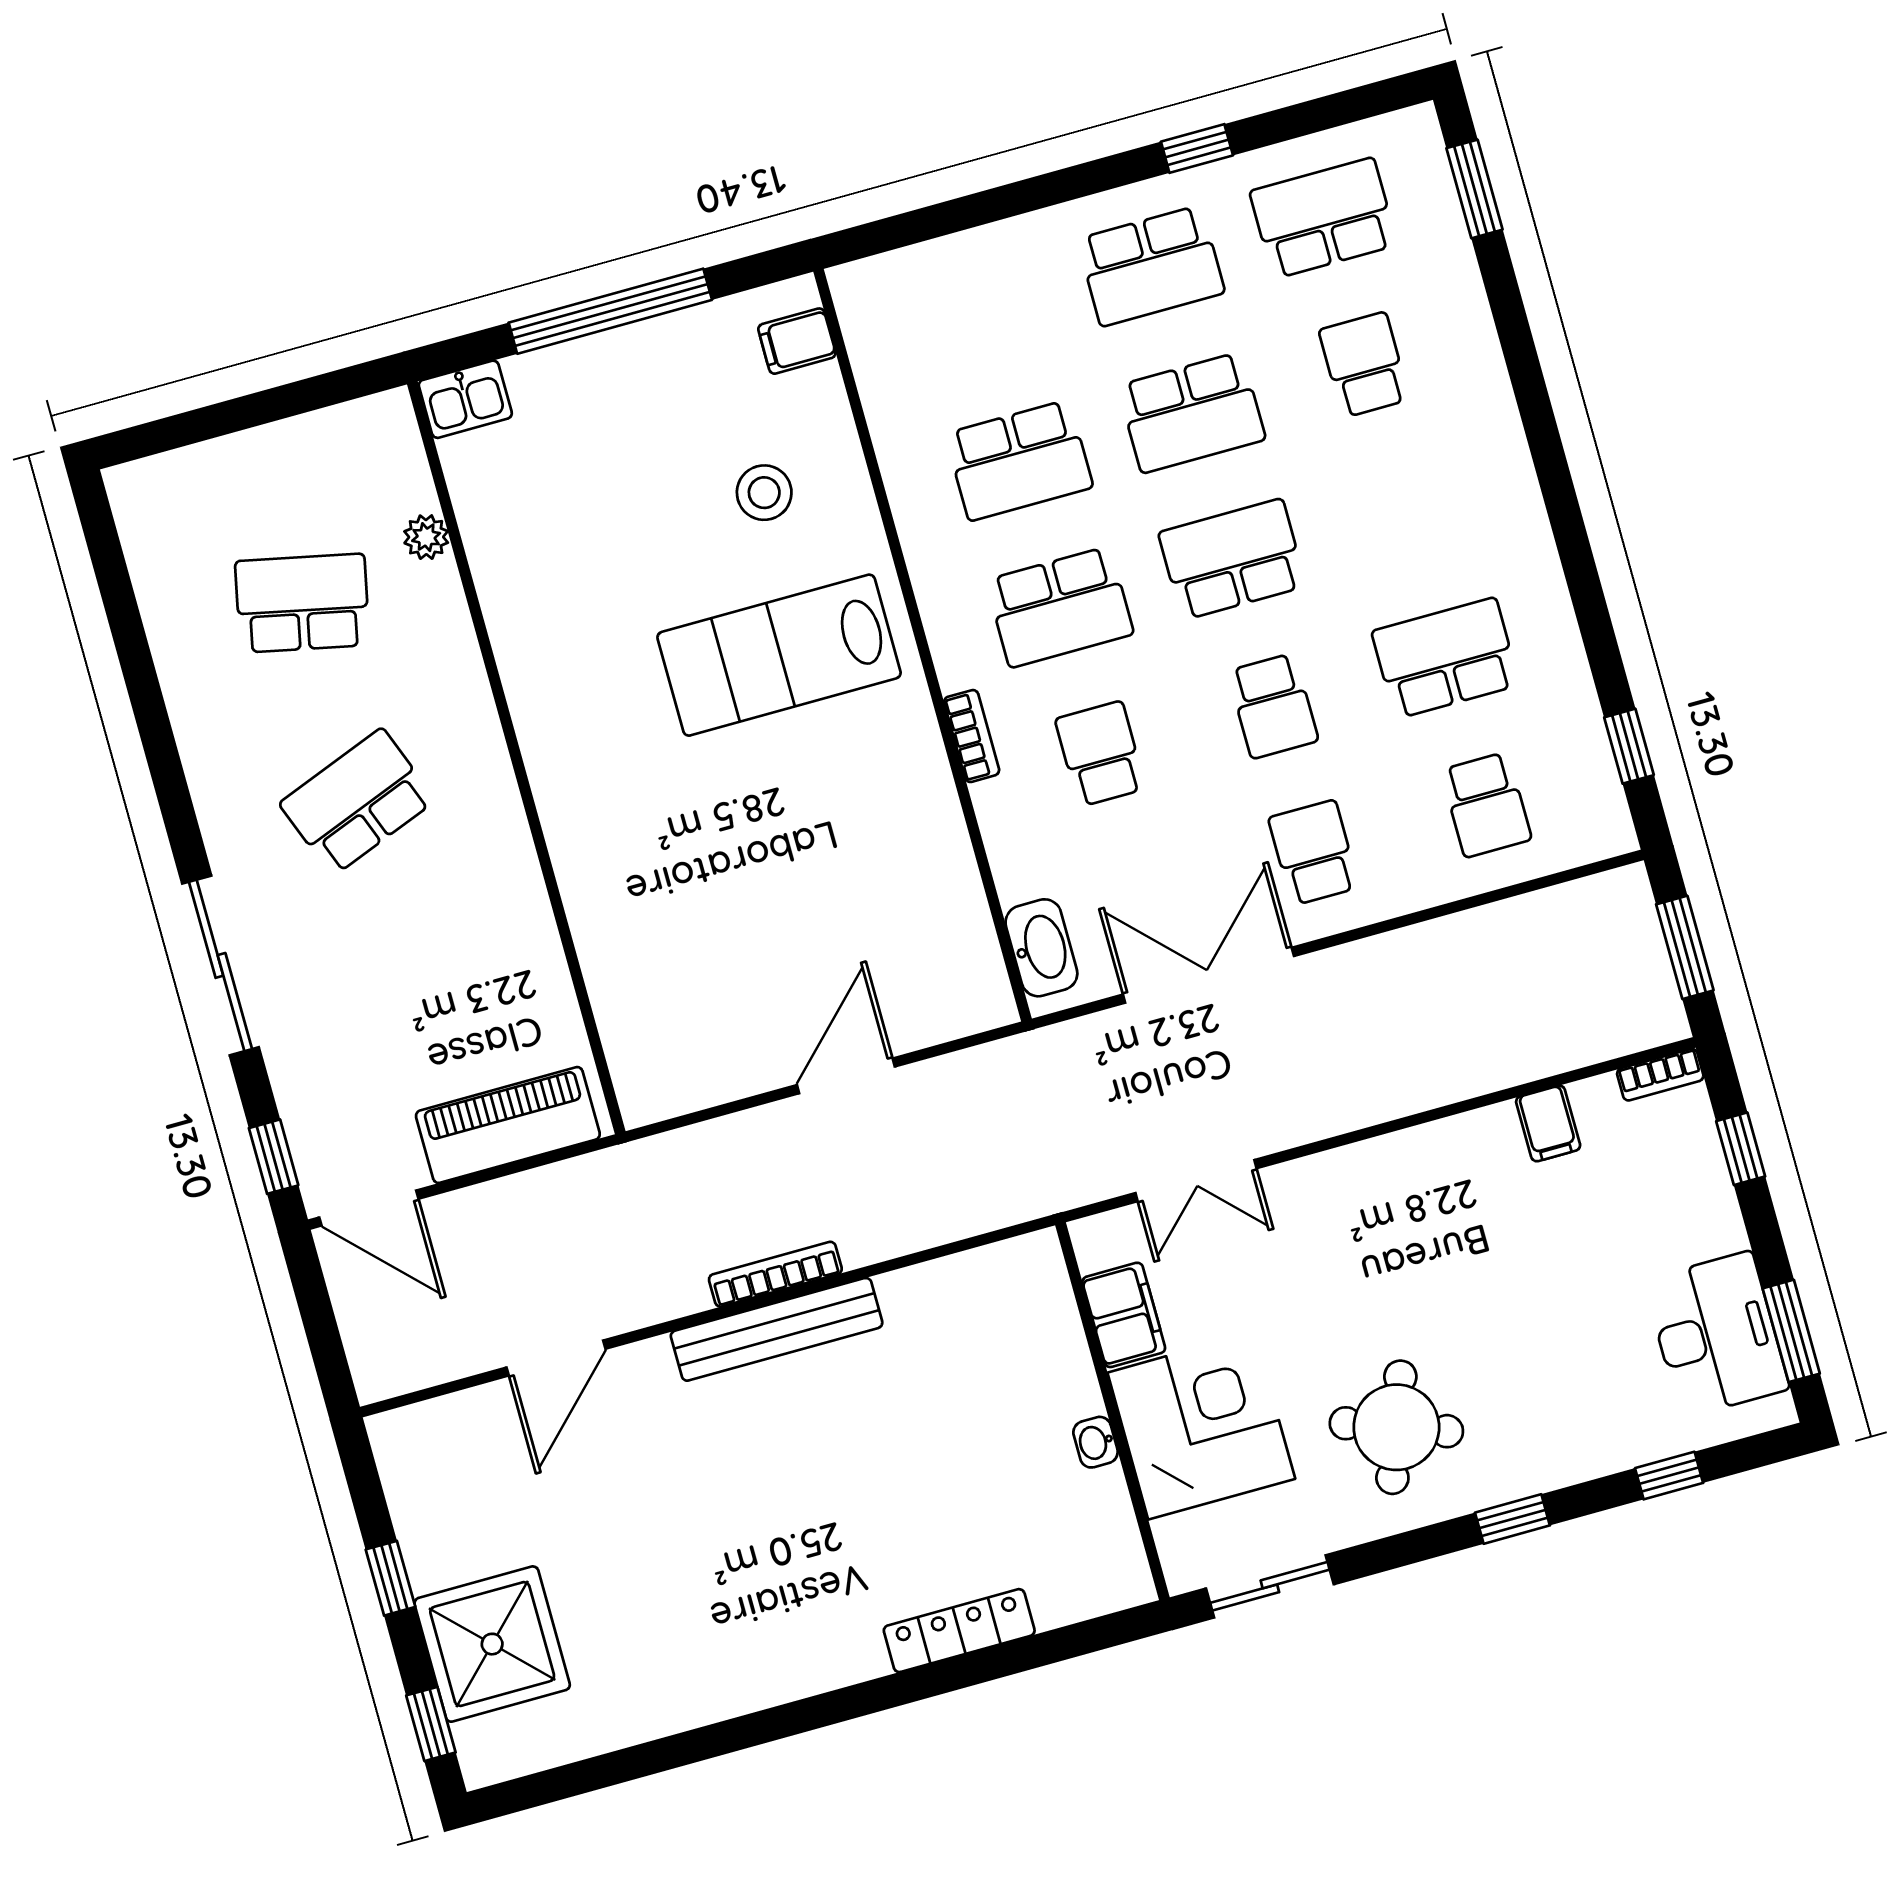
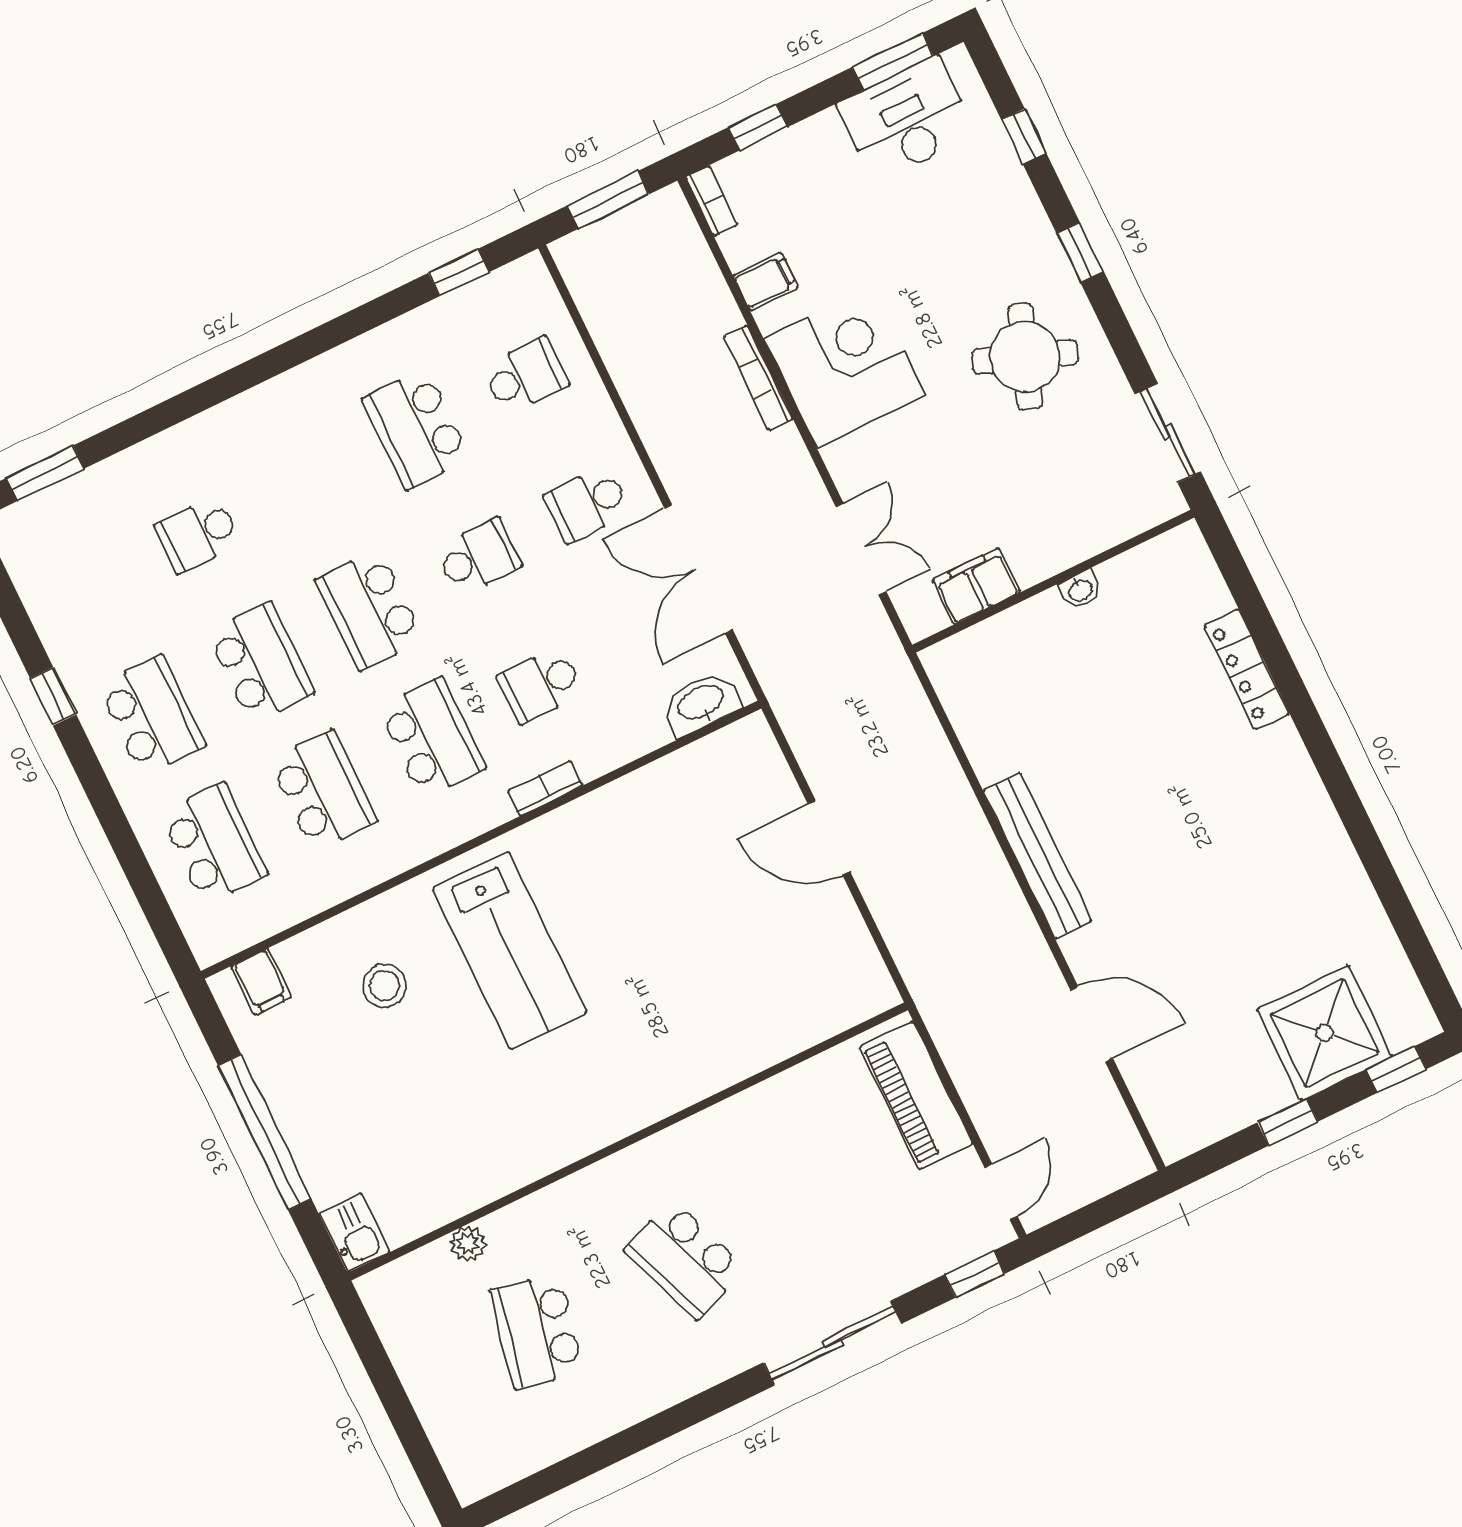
school desk: (1323, 218) -> (214, 844), moved, turned 180
door: (369, 1208) -> (1001, 1192), width x0.73
bookcase: (775, 1274) -> (758, 378), moved
corner desk: (1201, 1426) -> (845, 366), moved, turned 90

